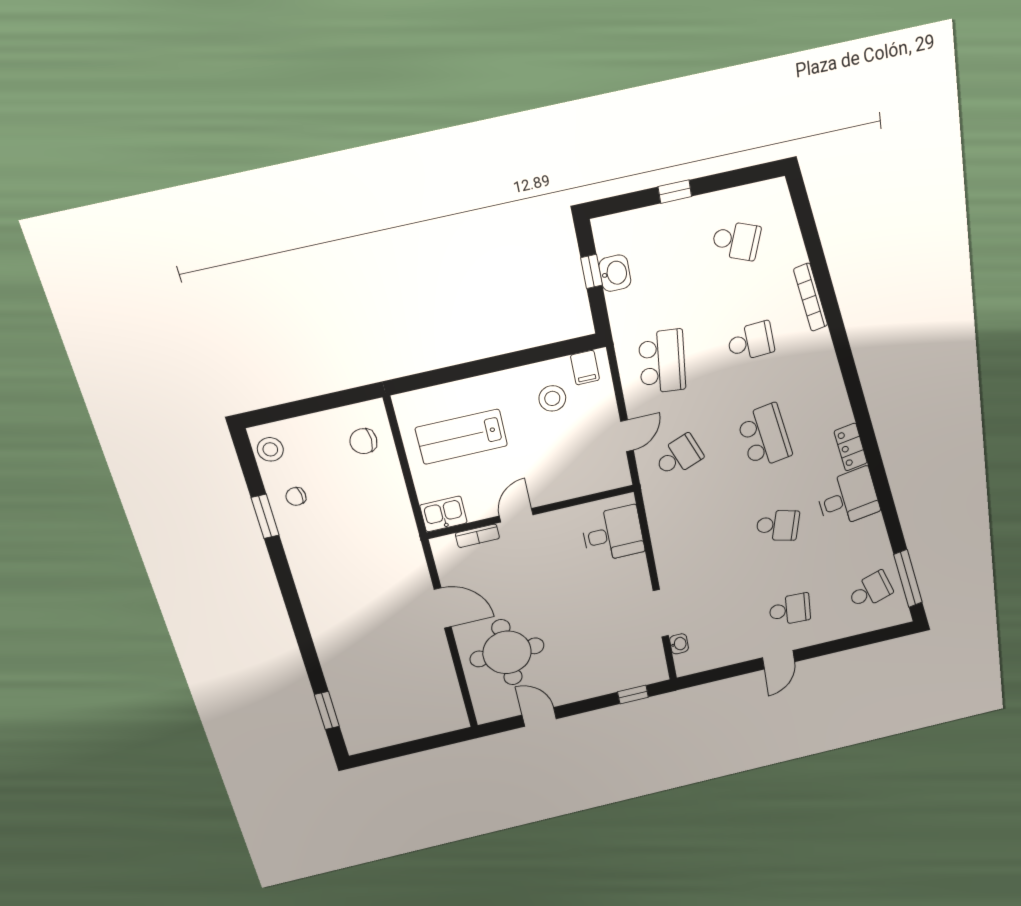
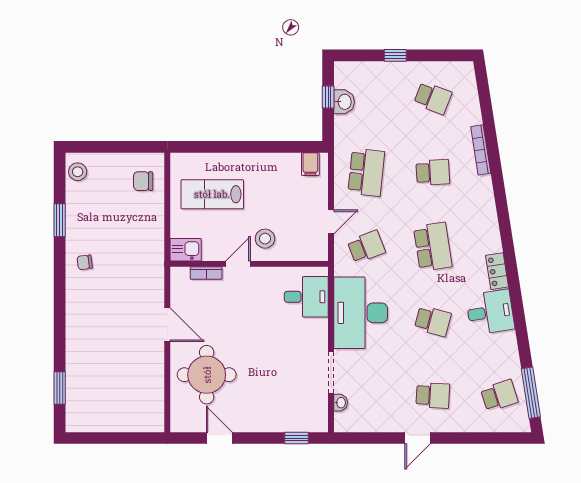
stool: (552, 398) -> (265, 239), moved
chair: (296, 496) -> (85, 262), moved
desk: (685, 537) -> (361, 313), added

